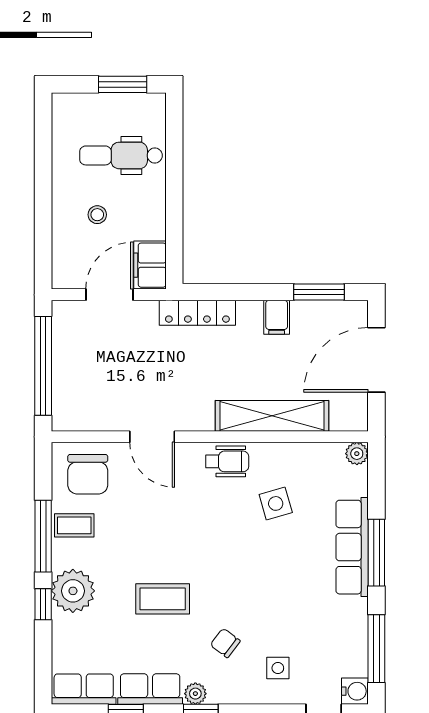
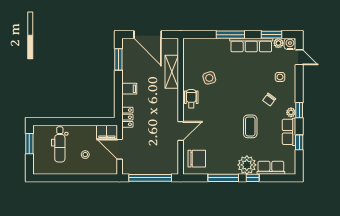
locker: (197, 313) -> (127, 117), width x0.66
filing cabinet: (277, 317) -> (129, 89), moved
shelving: (272, 416) -> (172, 72), width x0.68
plant: (357, 454) -> (278, 43), moved
coffee table: (74, 525) -> (219, 164), removed
row of seats: (352, 547) -> (251, 45), moved
window: (376, 649) -> (272, 35), width x0.69
row of seats: (84, 689) -> (271, 168), moved, turned 90

